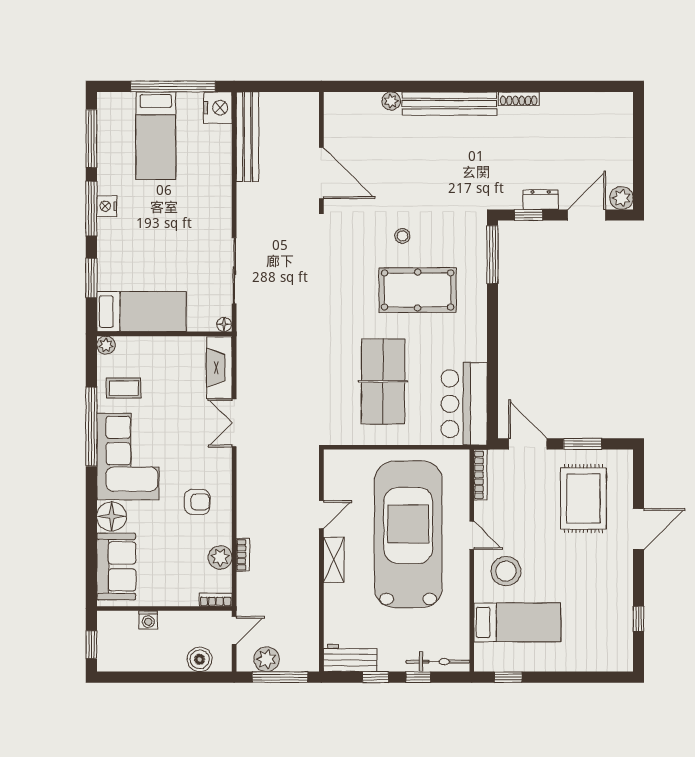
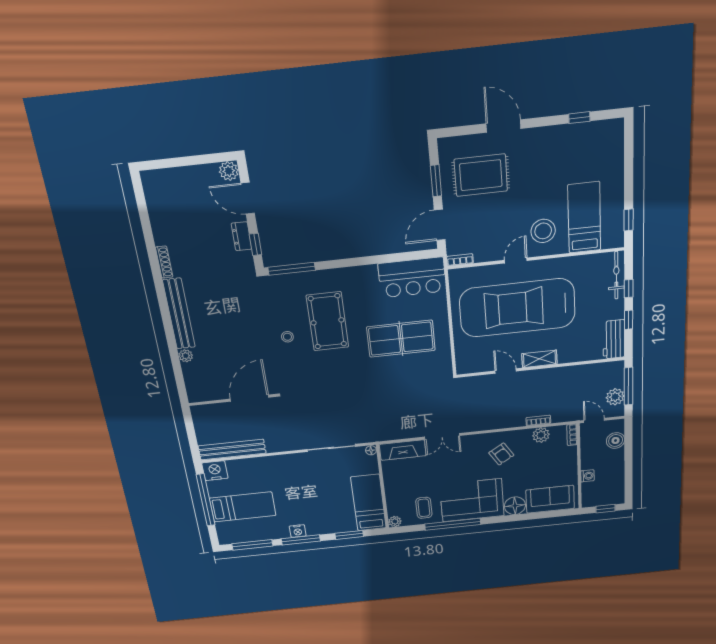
bookcase: (480, 475) -> (460, 260), width x0.64
armchair: (197, 502) -> (501, 454), turned 148

